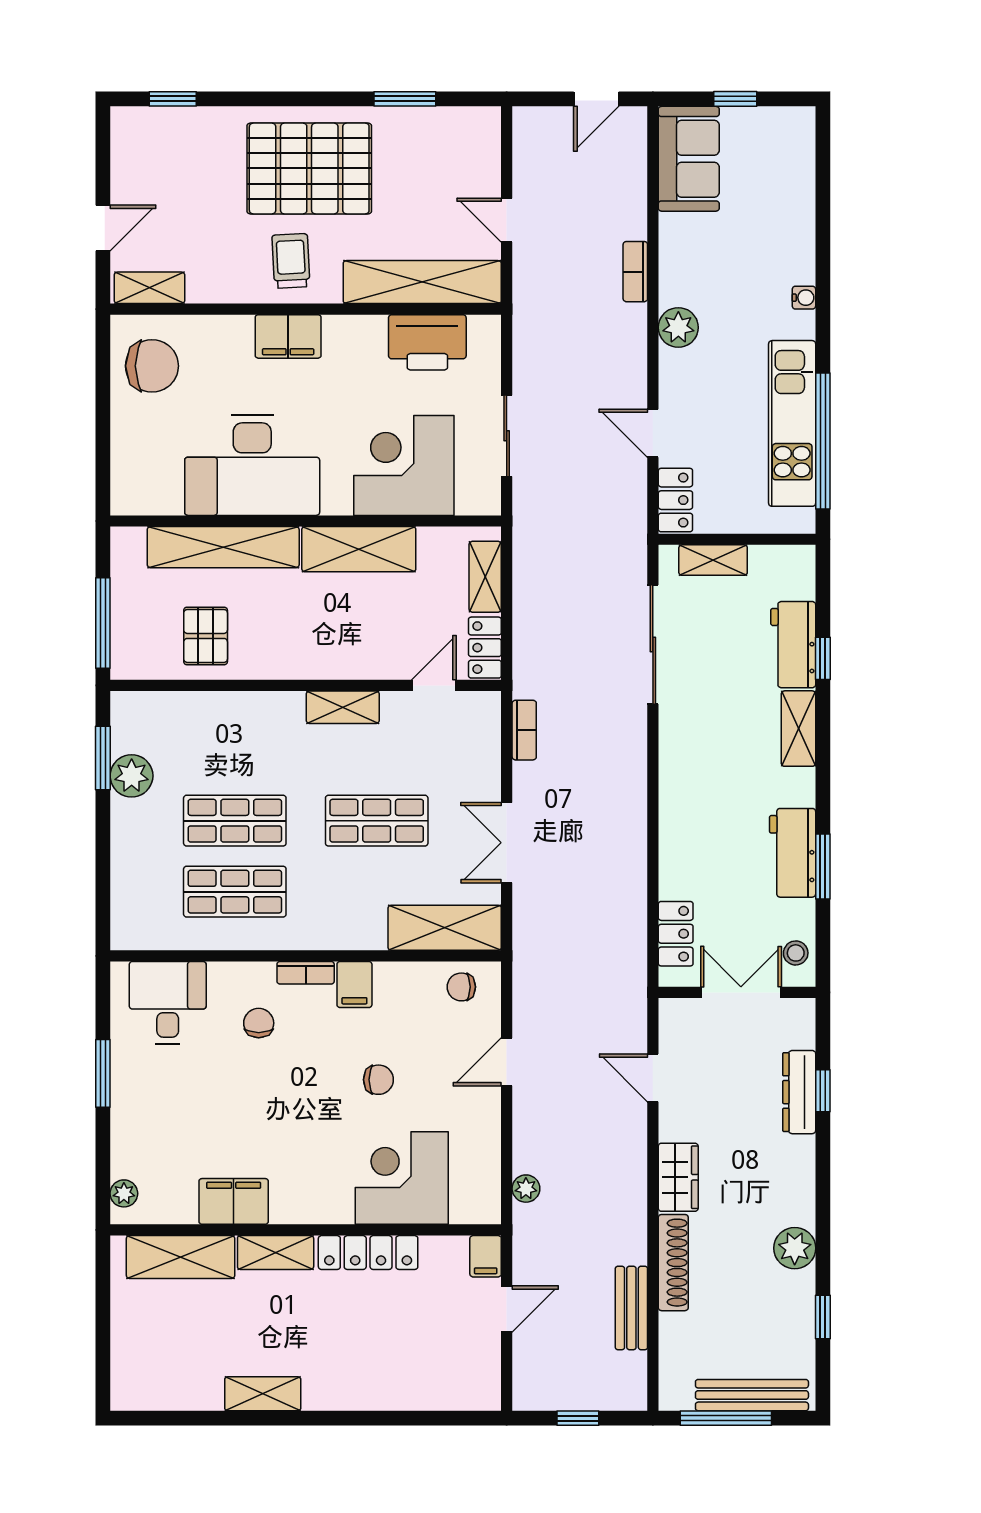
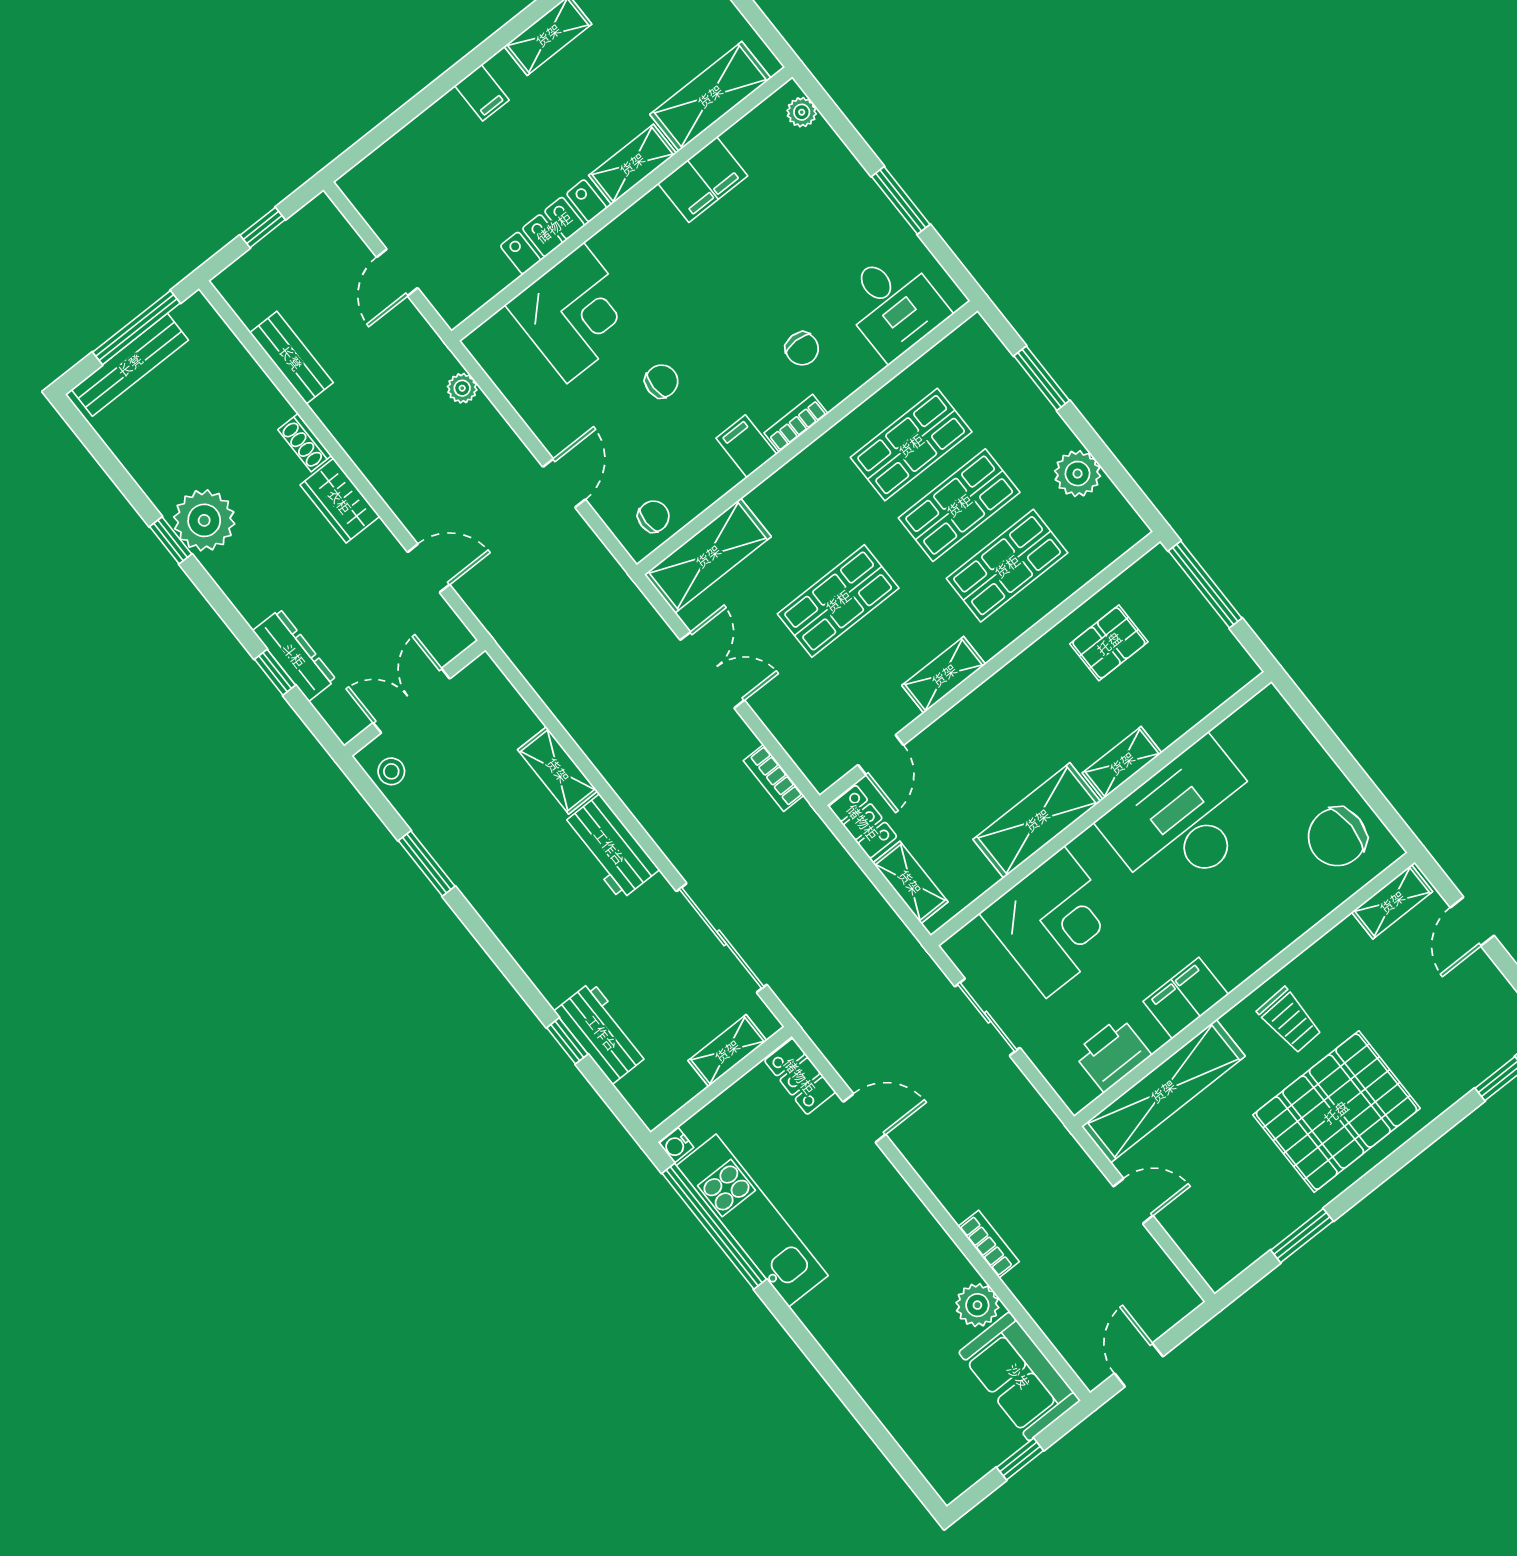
water cooler: (804, 298) -> (676, 1145), moved
plant: (678, 327) -> (977, 1305), moved
filing cabinet: (288, 336) -> (1186, 998), moved
printer: (427, 342) -> (1112, 1054), width x0.73, depth x0.84
shelving: (223, 547) -> (1122, 763), width x0.45, depth x0.75
pallet: (206, 636) -> (1109, 643), turned 90
shelving: (798, 729) -> (558, 770), moved
shop shelf: (235, 750) -> (1007, 566), added
window: (103, 758) -> (1042, 378), moved
workbench: (793, 853) -> (610, 847), moved, turned 180
locker: (676, 934) -> (507, 707), removed
double door: (741, 992) -> (411, 701), swing flipped
chair: (378, 1080) -> (662, 381), turned 180
plant: (795, 1248) -> (204, 520), width x1.36, depth x1.36
filing cabinet: (486, 1256) -> (482, 93), moved, turned 180
shoe rack: (673, 1263) -> (305, 443), width x0.51, depth x0.81
window: (823, 1317) -> (171, 540), moved

